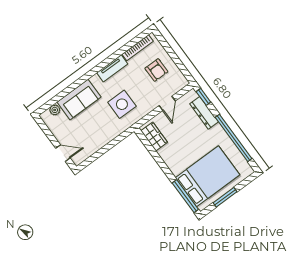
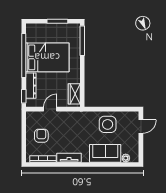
side table: (122, 104) -> (108, 124), moved
door: (63, 153) -> (141, 126), swing flipped
bed: (208, 176) -> (47, 57), moved, turned 180

